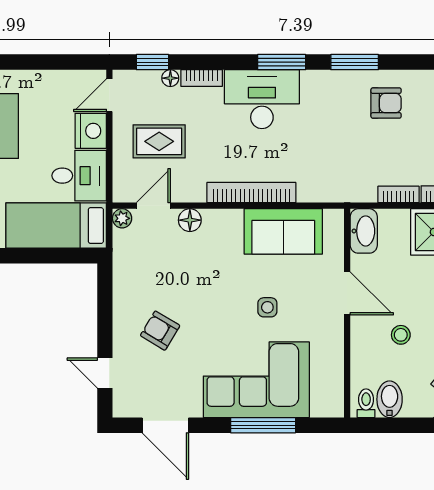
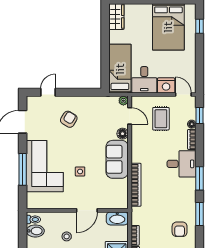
desk: (262, 99) -> (181, 164), width x0.73
bookcase: (251, 193) -> (136, 185), moved
sofa: (283, 231) -> (117, 159), moved

